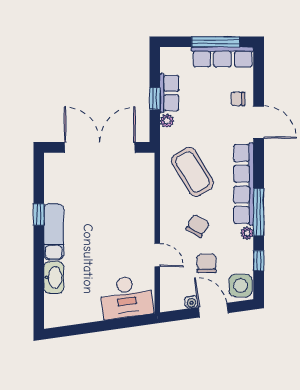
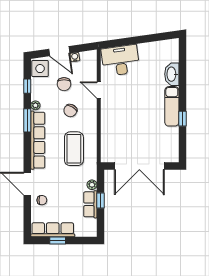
window: (216, 42) -> (58, 241), width x0.46
coffee table: (192, 172) -> (74, 149), turned 31
window: (259, 212) -> (27, 120), width x0.69

